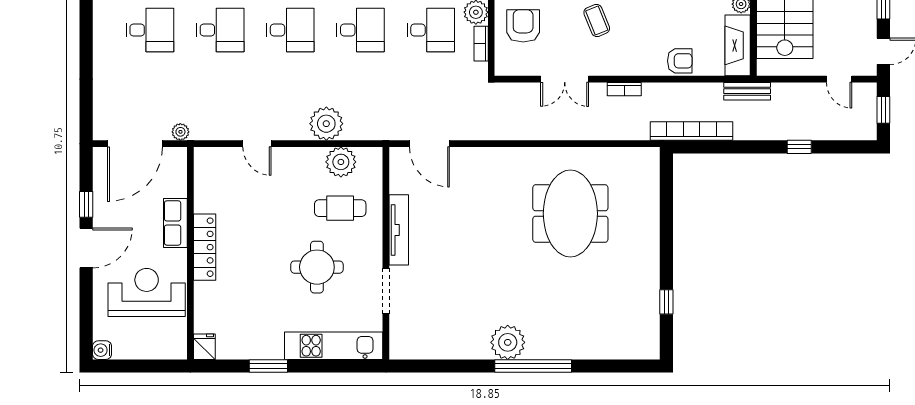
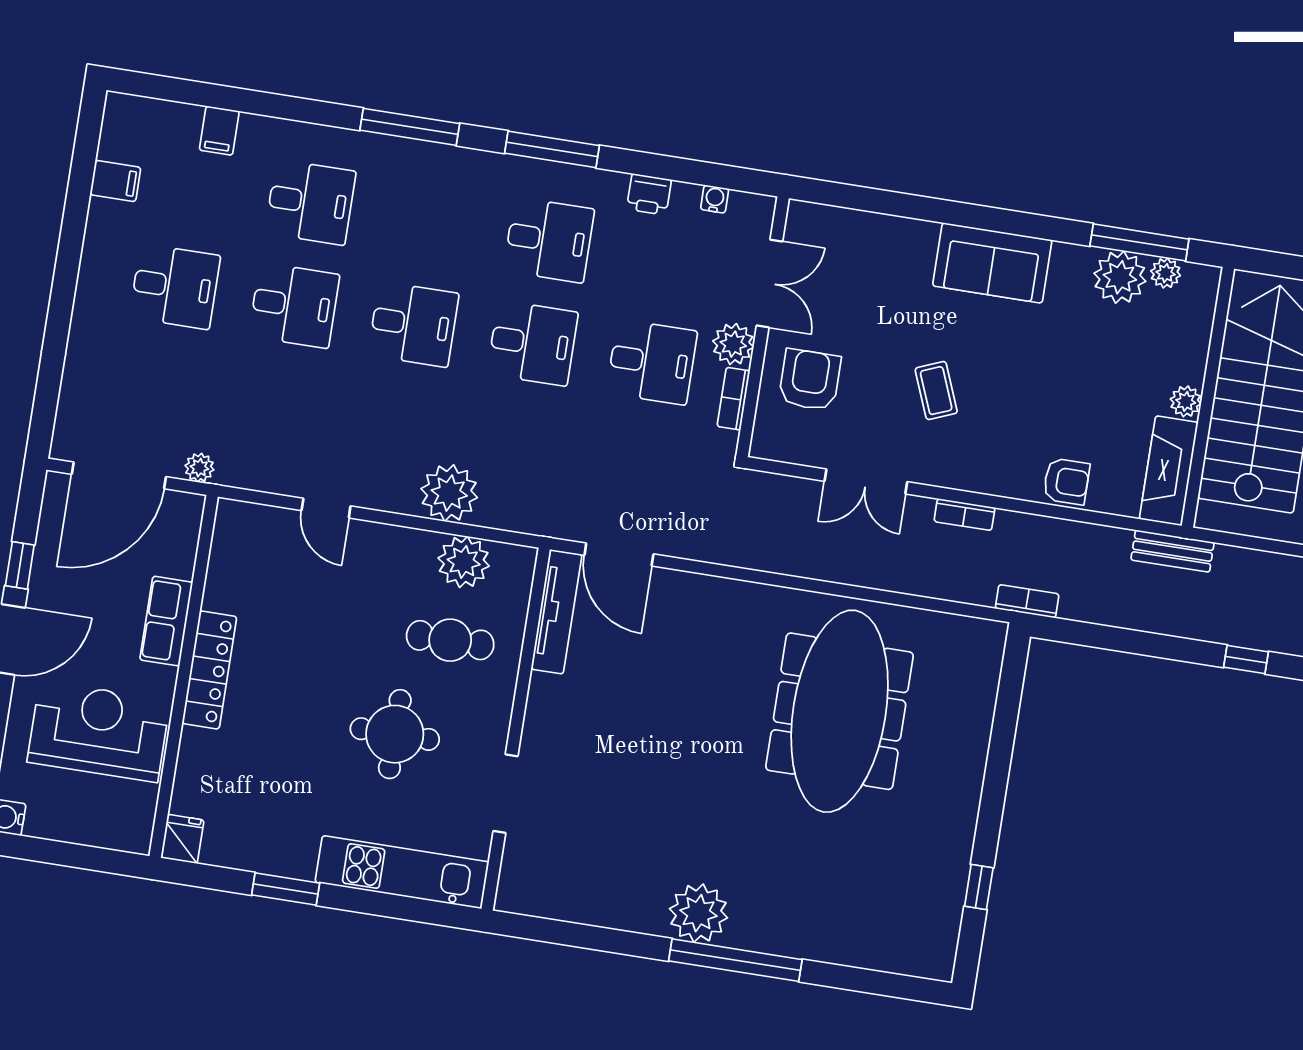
bookcase: (691, 131) -> (1027, 601), width x0.43, depth x0.76
meeting table: (570, 214) -> (840, 711), width x1.36
tv unit: (399, 230) -> (557, 612), moved

